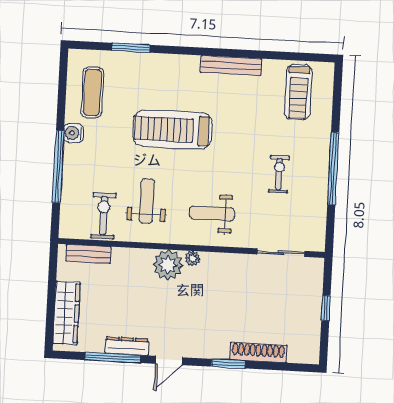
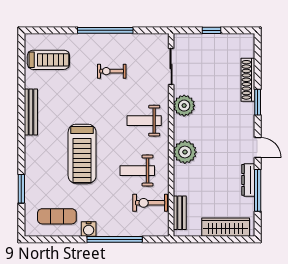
weight bench: (212, 213) -> (144, 121), turned 90
plant: (193, 258) -> (184, 106), moved, width x1.88, depth x1.88

